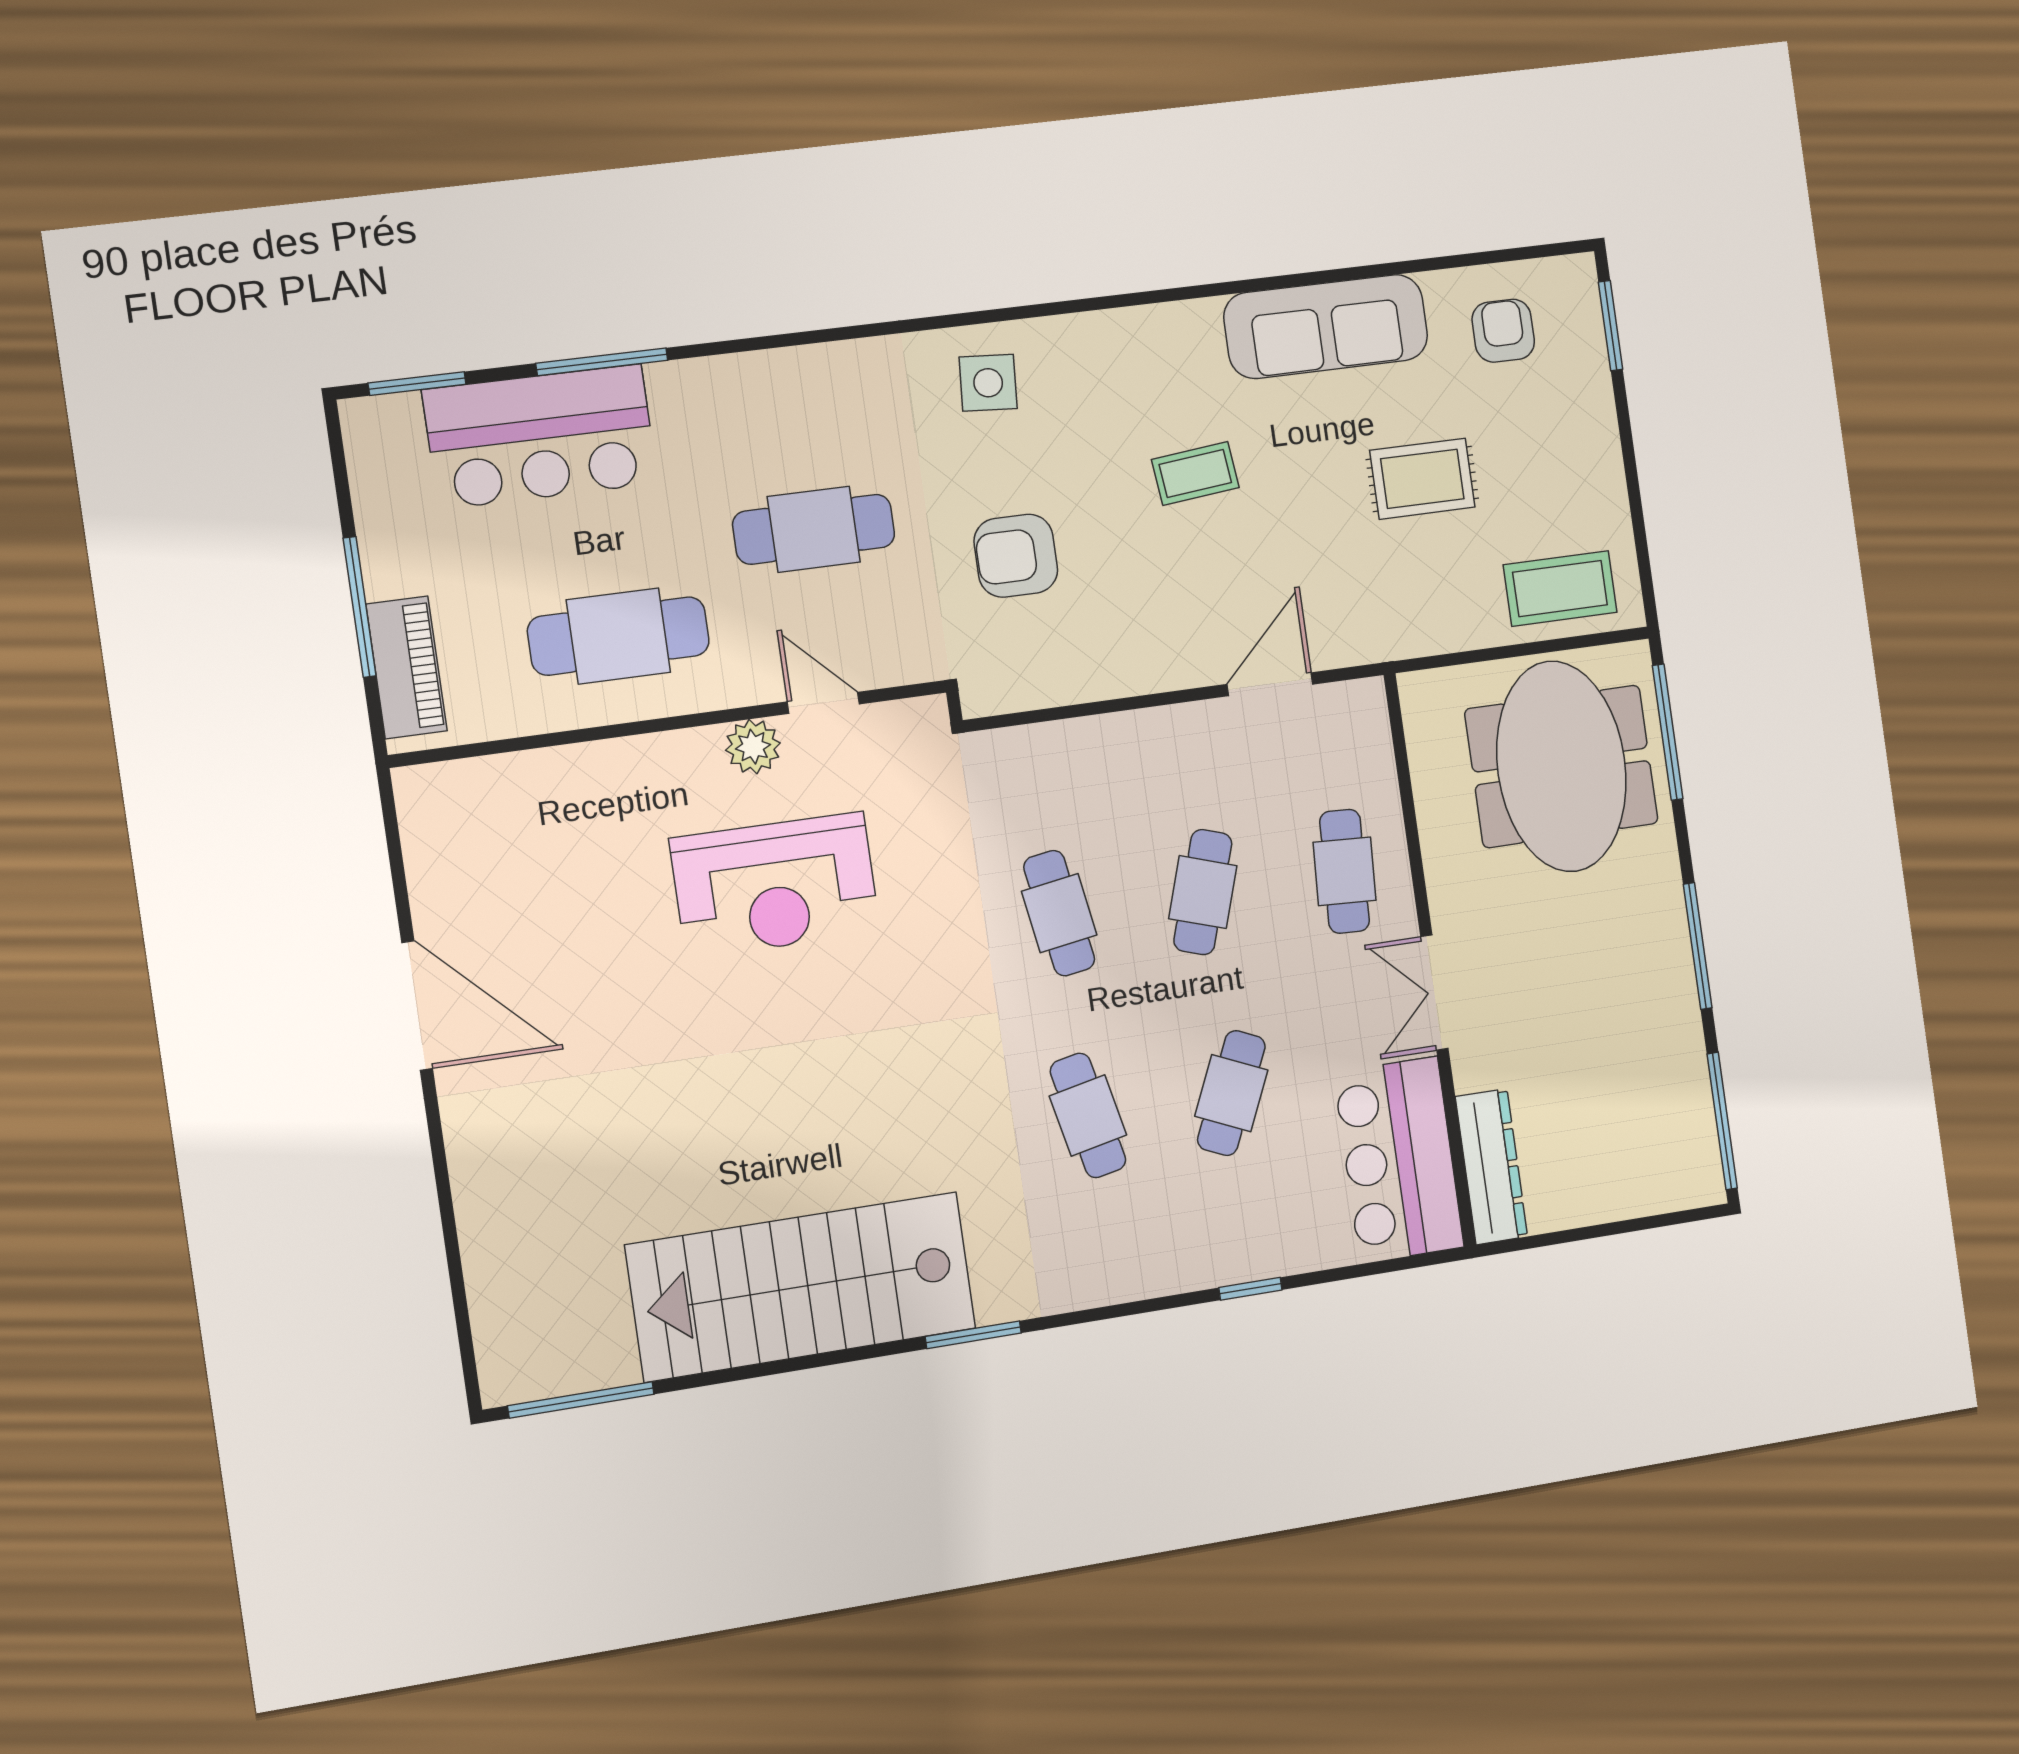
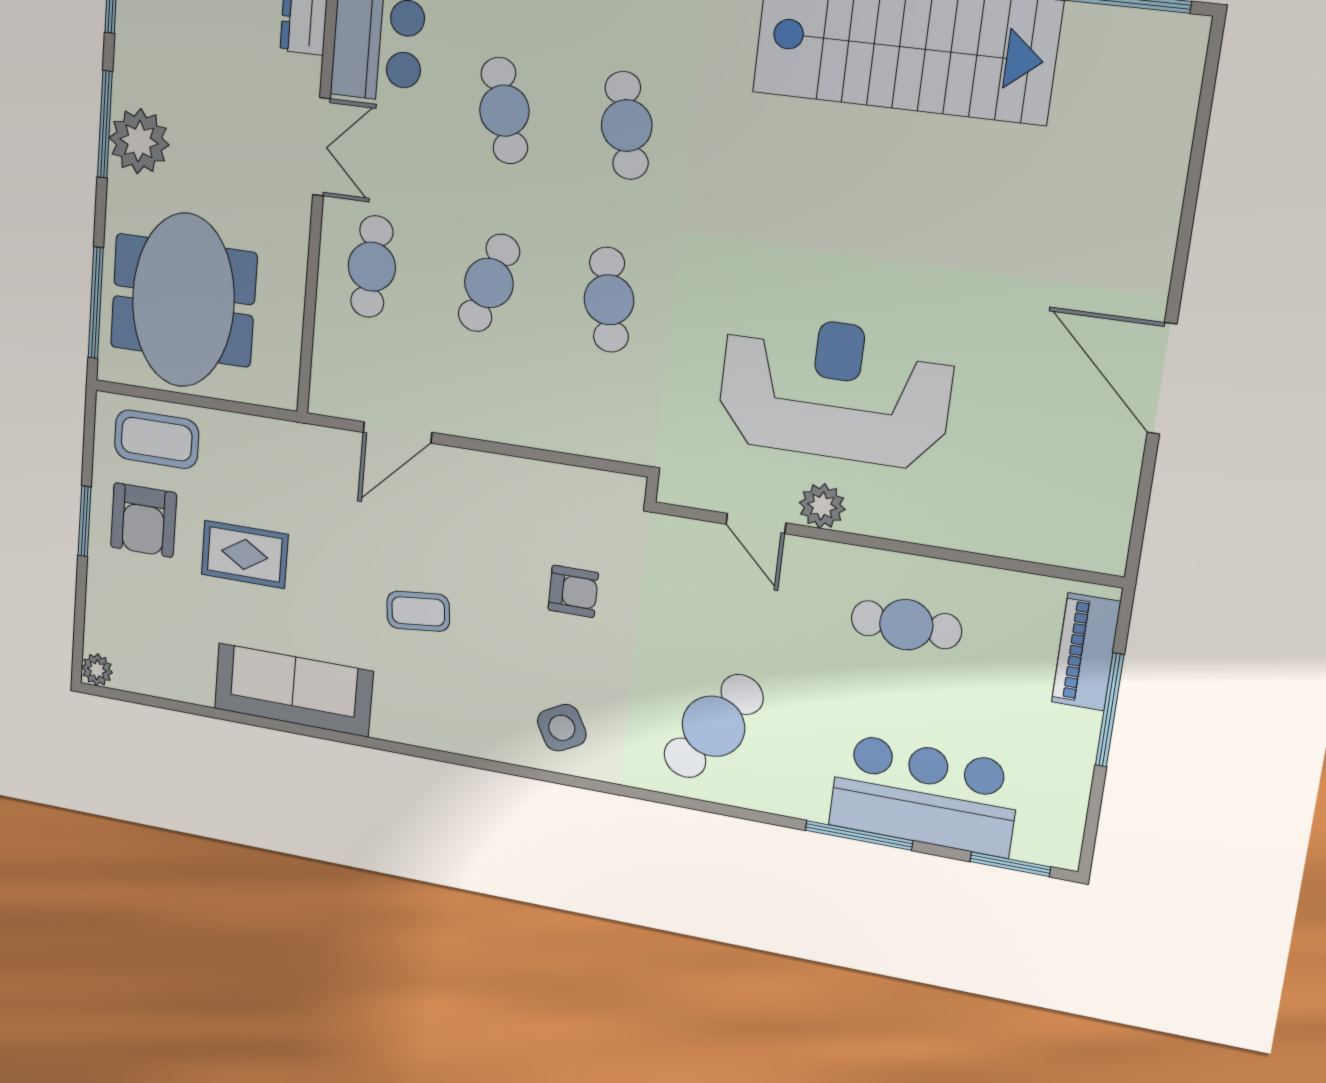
plant: (1577, 275) -> (97, 670), added
window: (1611, 326) -> (84, 521), moved
armchair: (1503, 331) -> (144, 520), moved, width x1.38, depth x1.38
side table: (988, 383) -> (562, 728), turned -32
cafe table: (814, 529) -> (713, 726), moved, turned -57
armchair: (1016, 556) -> (573, 591), width x0.72, depth x0.72
cafe table: (618, 636) -> (906, 625), width x0.73, depth x0.74
reception desk: (775, 885) -> (835, 390), width x1.36, depth x1.30
plant: (1653, 938) -> (139, 141), added
cafe table: (1231, 1093) -> (504, 111), turned -39

